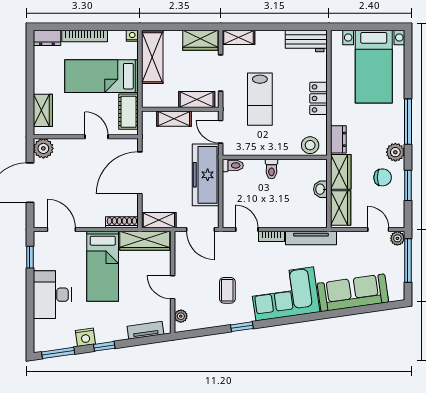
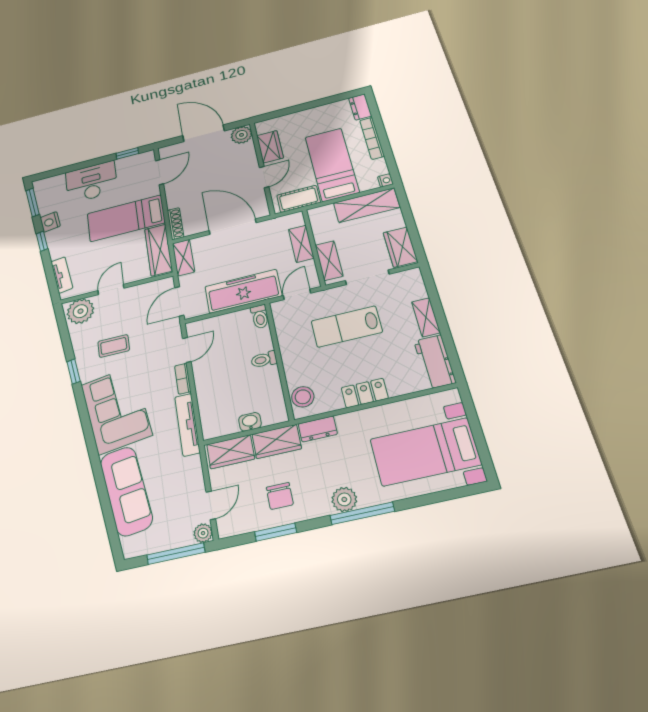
shelving: (238, 37) -> (426, 317), moved
wardrobe: (43, 110) -> (270, 147), moved, turned -90
plant: (395, 152) -> (344, 499), moved
plant: (181, 316) -> (80, 311), width x1.88, depth x1.88

